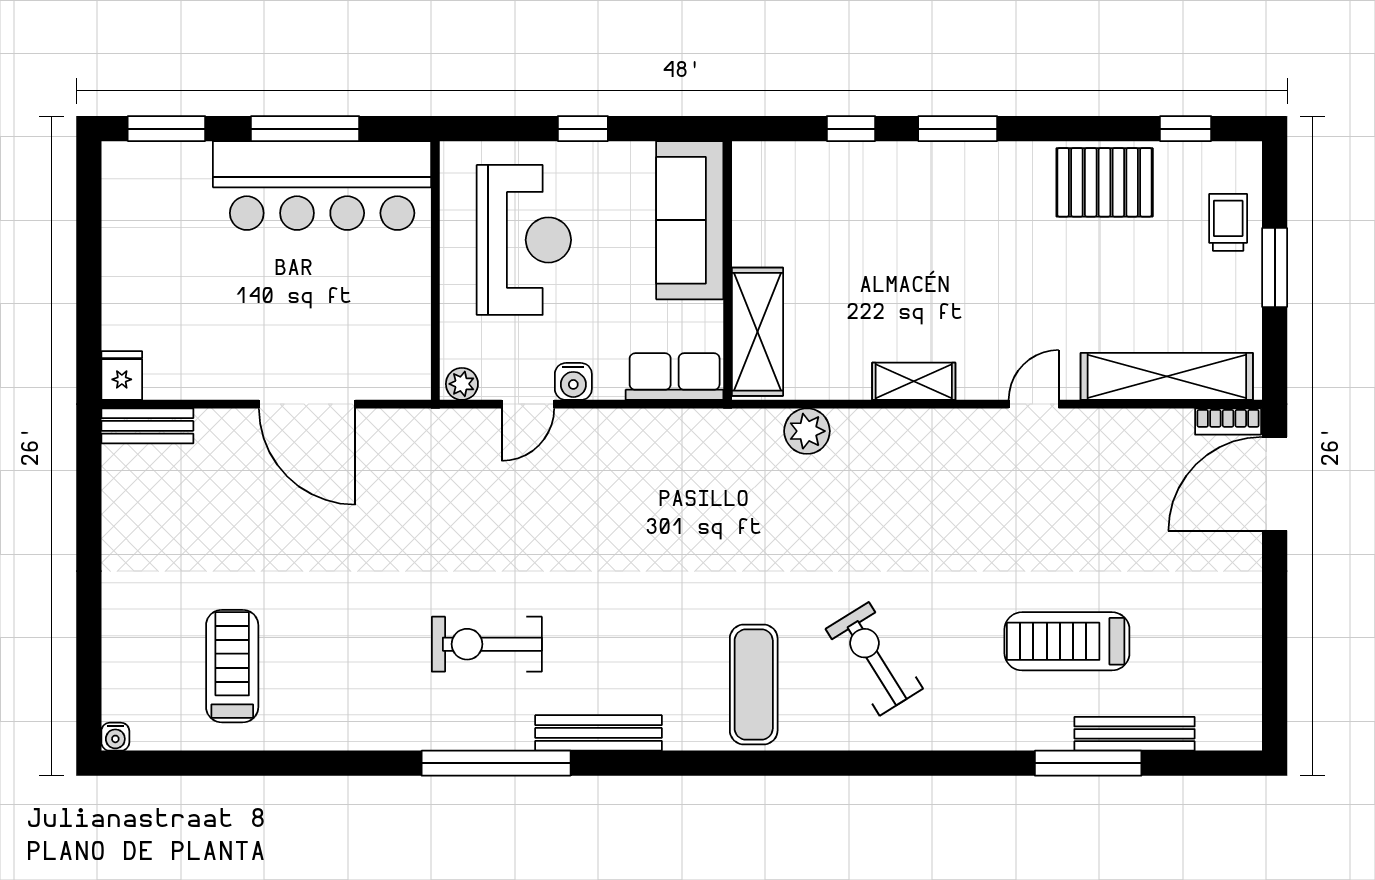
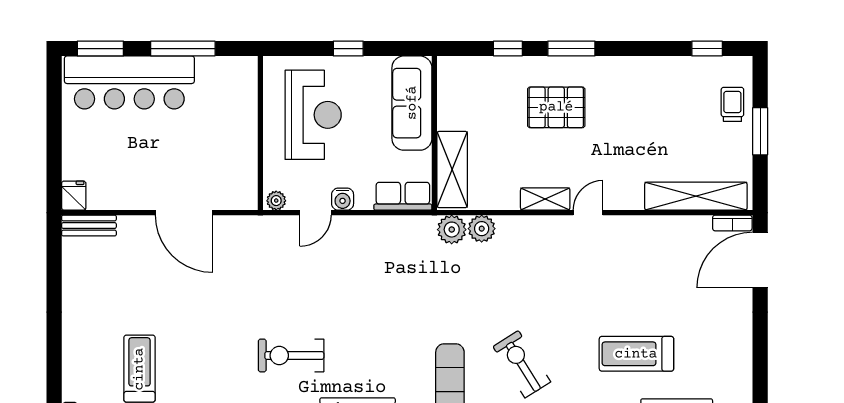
pallet: (1105, 182) -> (556, 107), moved
bar counter: (322, 186) -> (129, 82), moved
door: (1034, 404) -> (588, 213), moved
plant: (757, 433) -> (452, 230), added

